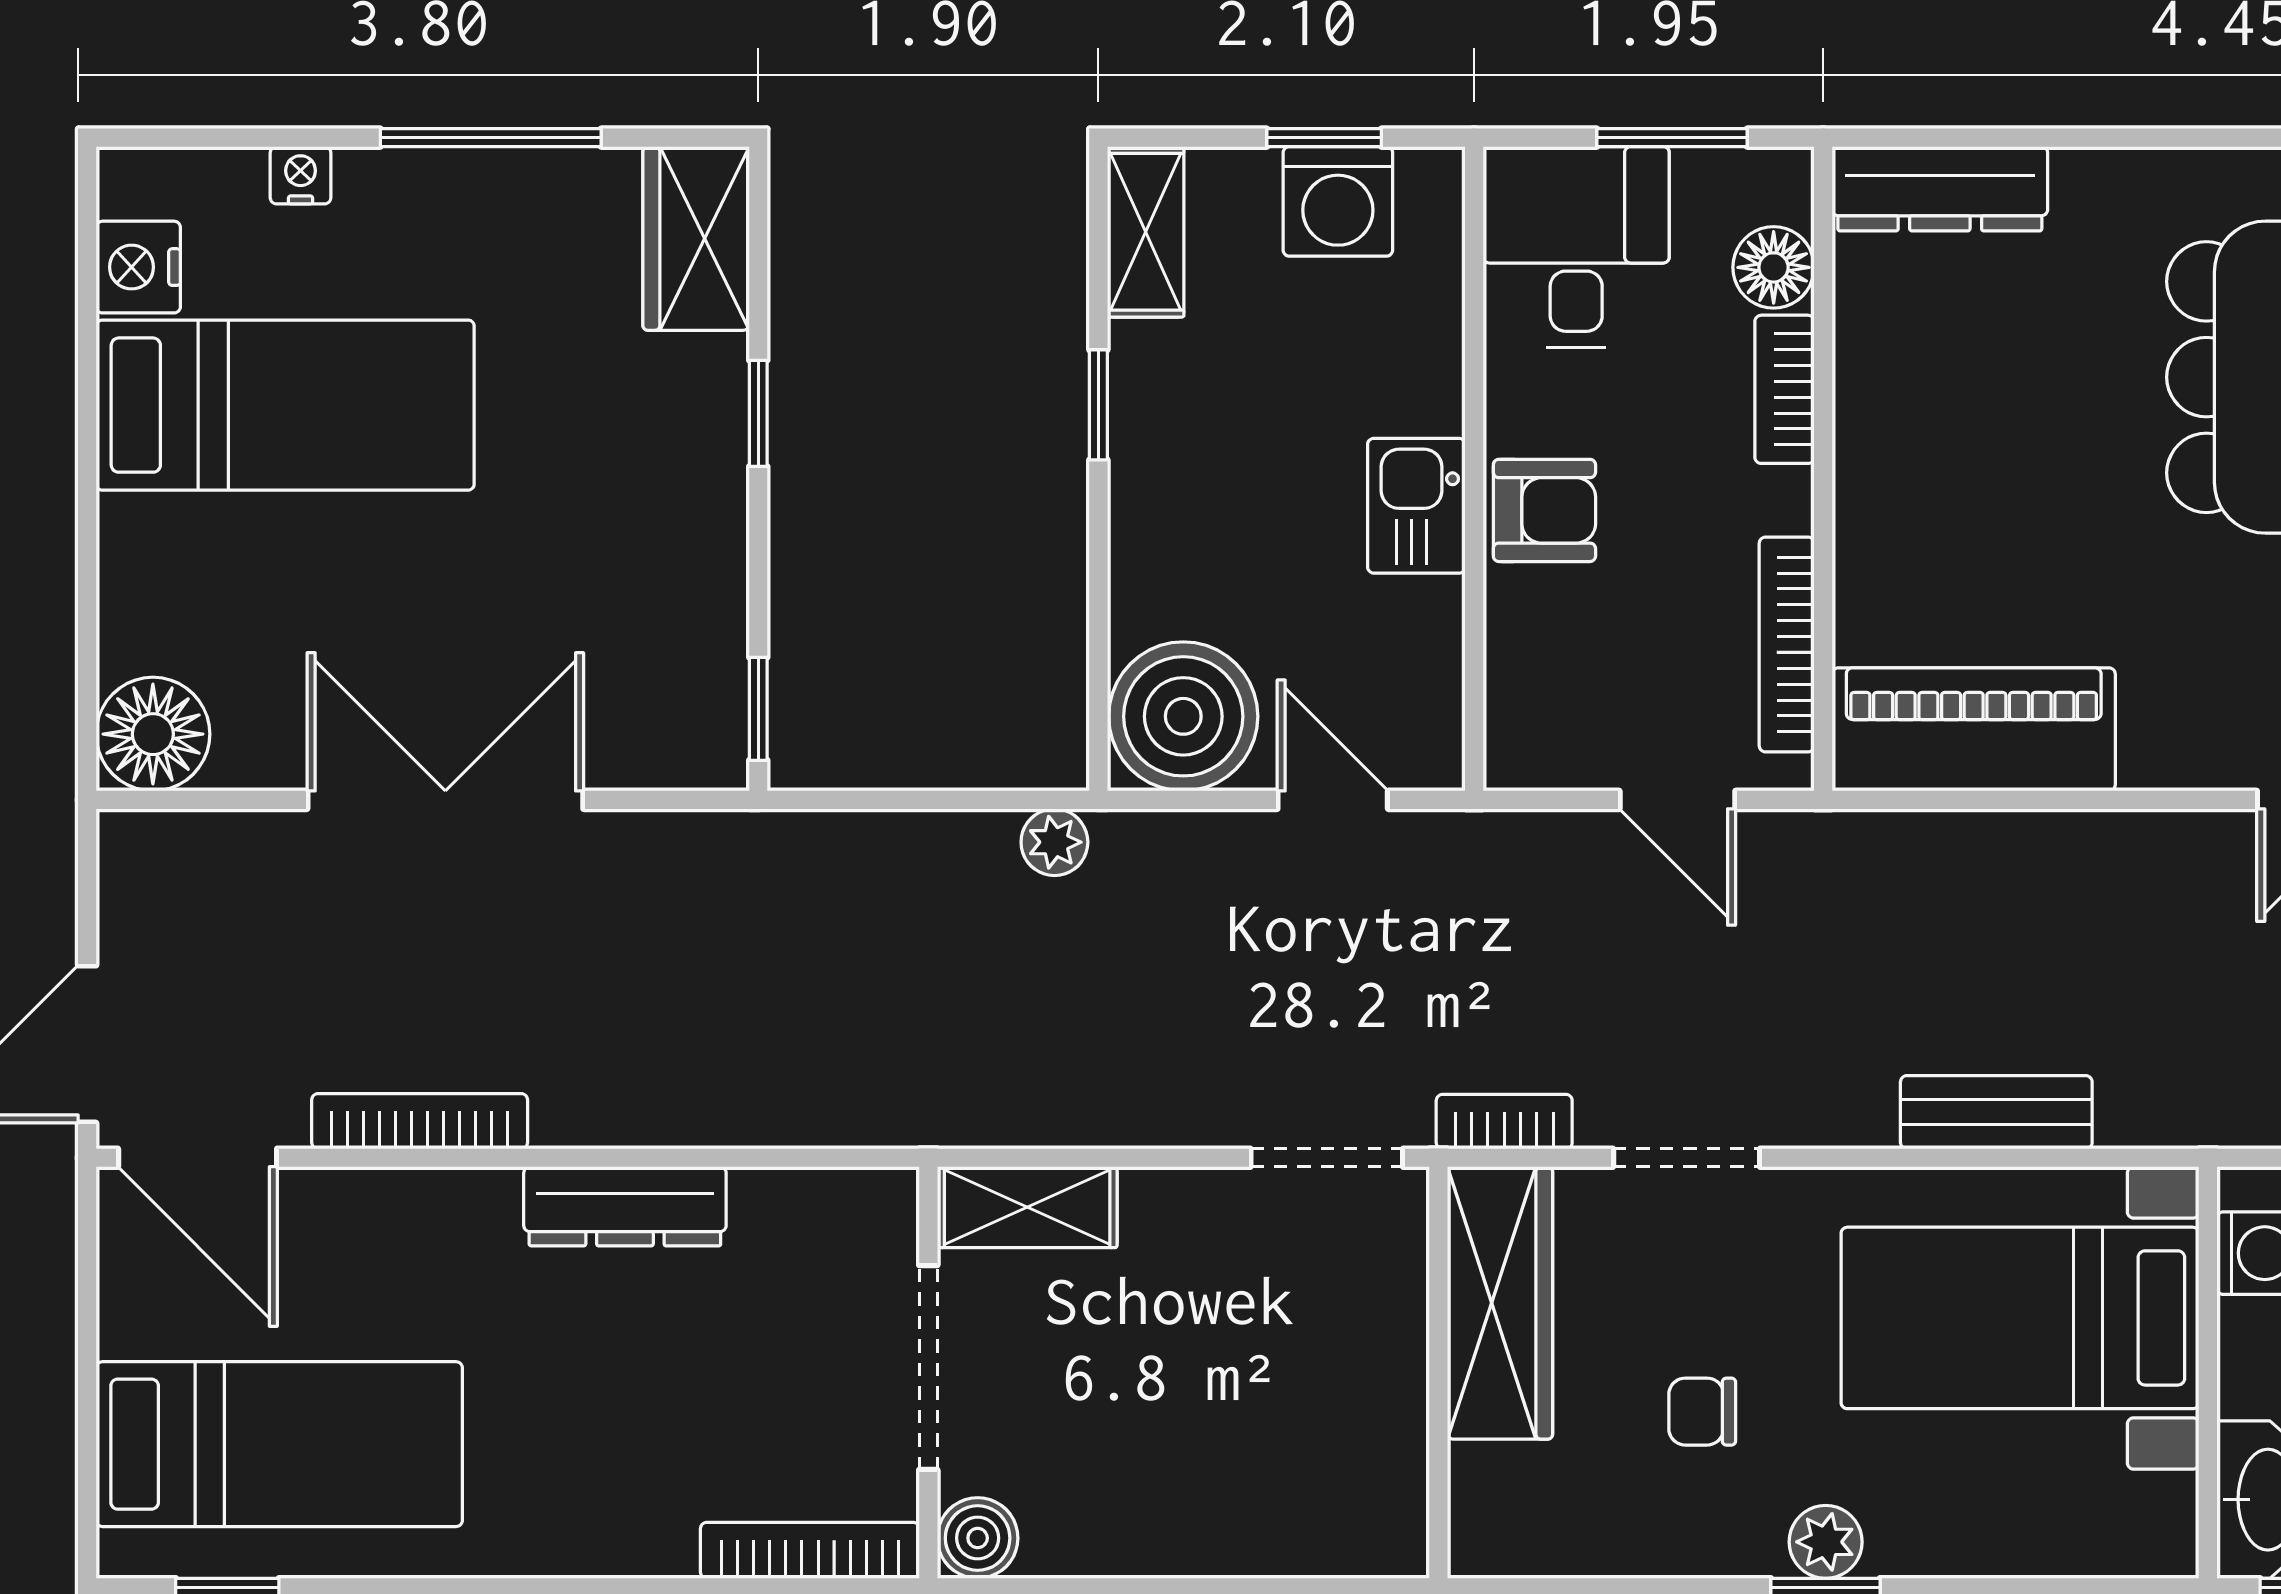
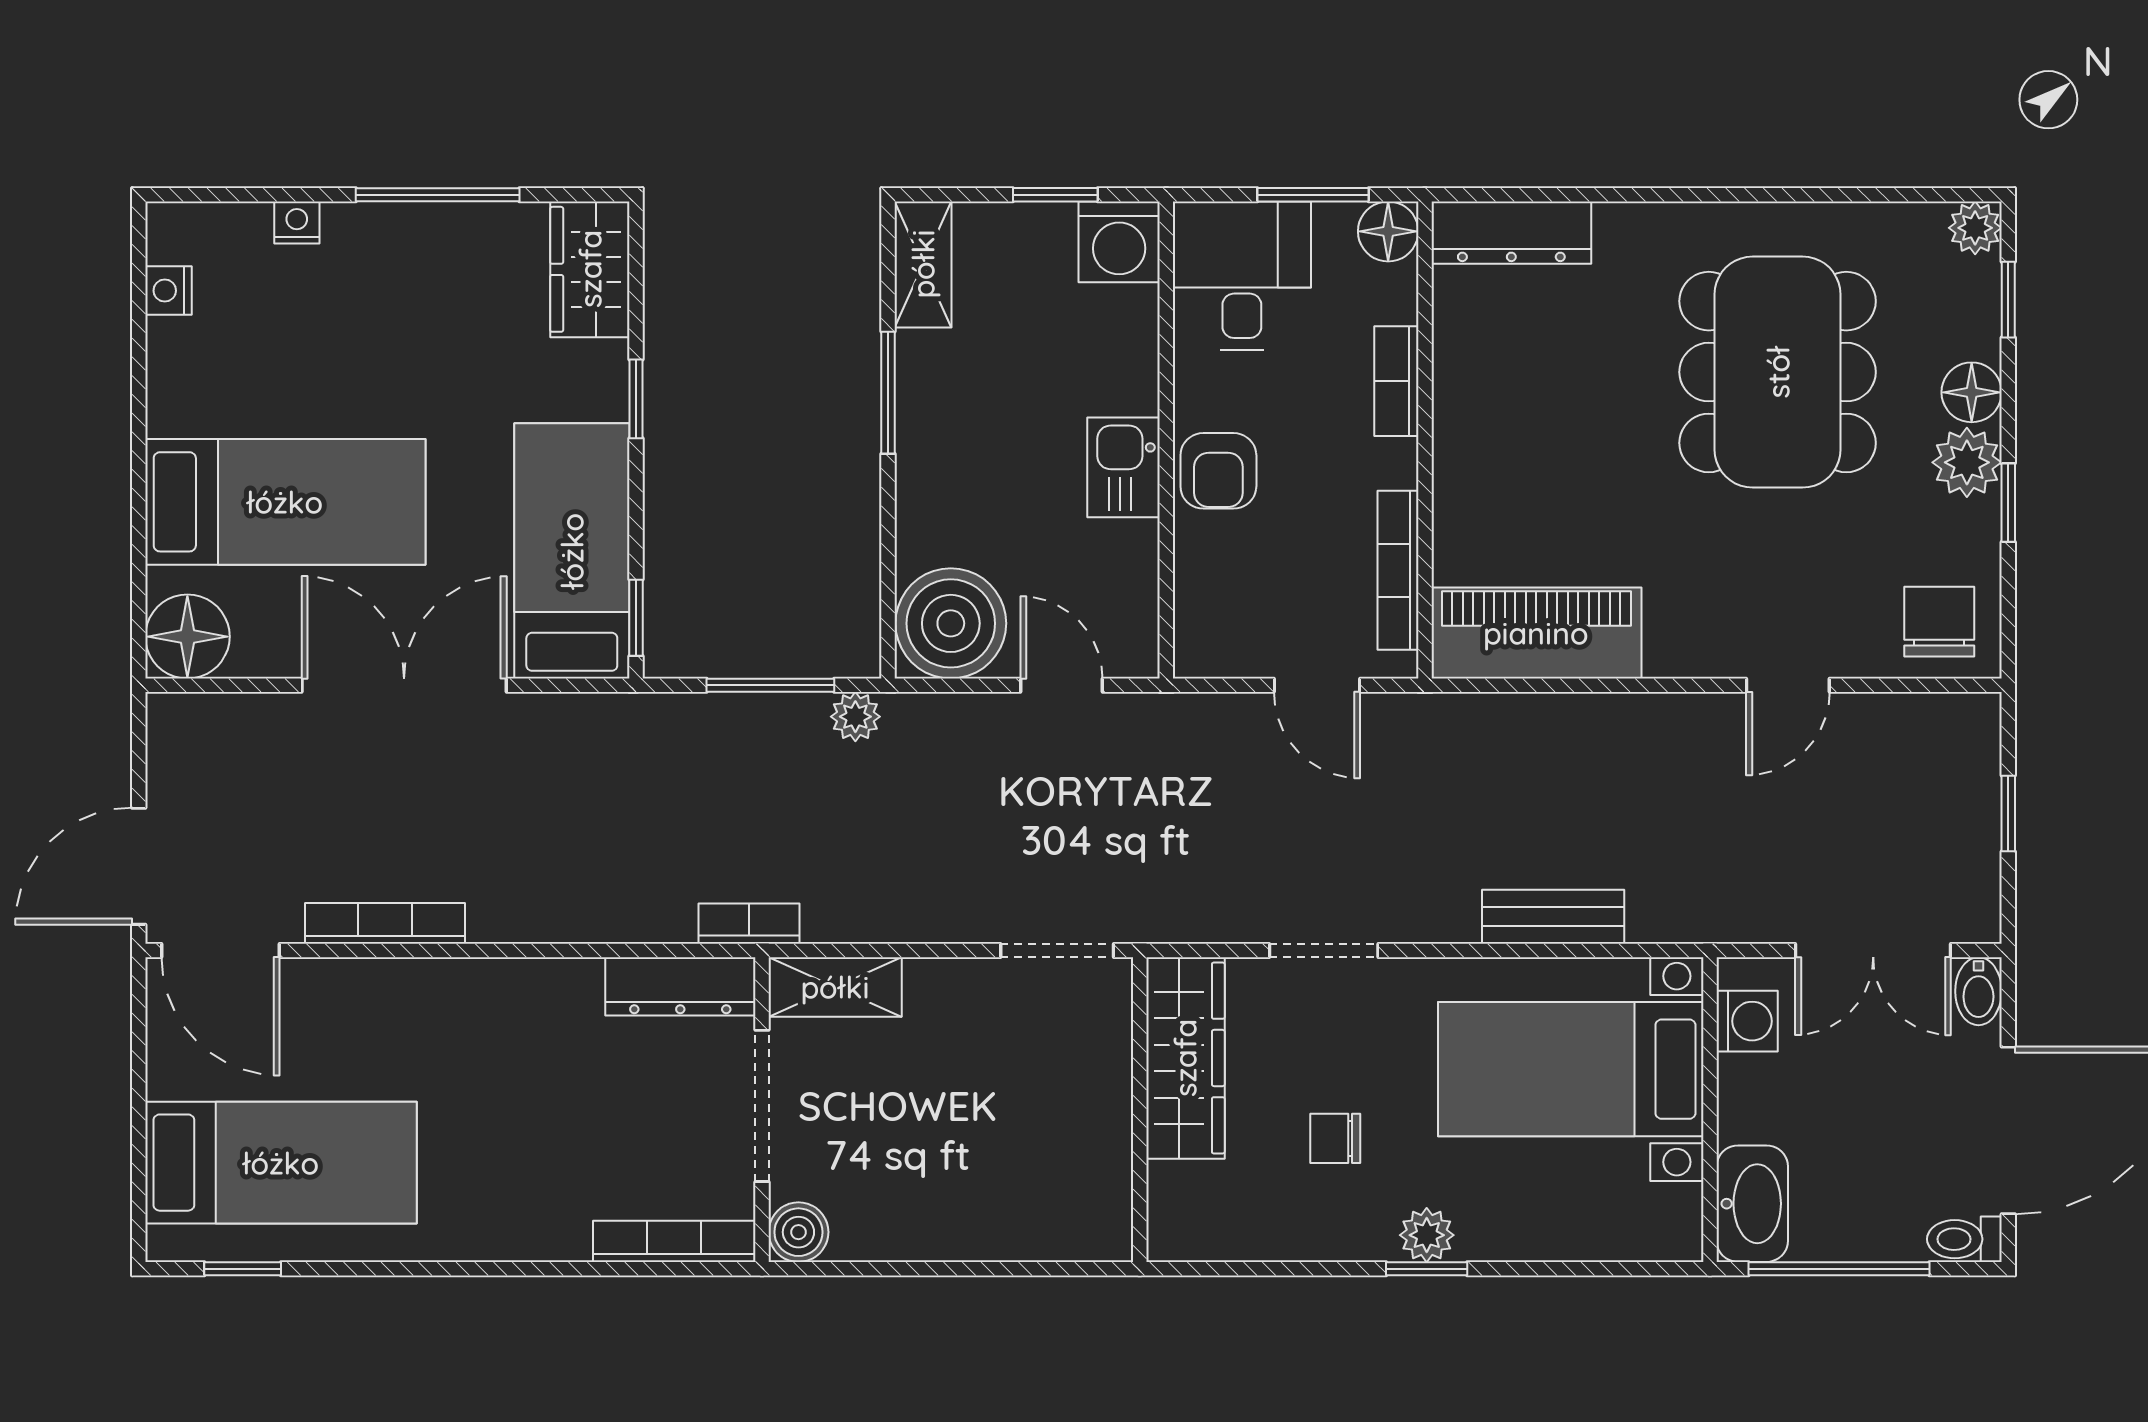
washing machine: (1338, 201) -> (1119, 242), moved
nightstand: (138, 267) -> (168, 291), width x0.72, depth x0.74
floor lamp: (1774, 267) -> (1388, 231), moved
bed: (285, 405) -> (285, 502), moved
window: (1098, 405) -> (888, 393), width x1.50
armchair: (1544, 510) -> (1218, 471), turned 90
bed: (672, 618) -> (572, 551), added
window: (940, 800) -> (770, 685), added
bookcase: (1504, 1122) -> (749, 924), moved
dresser: (625, 1206) -> (680, 986), moved

